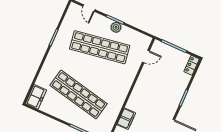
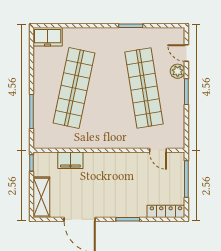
door: (89, 8) -> (186, 53), hinge flipped
plant: (116, 27) -> (178, 71), moved
locker: (192, 65) -> (166, 211), width x1.53

